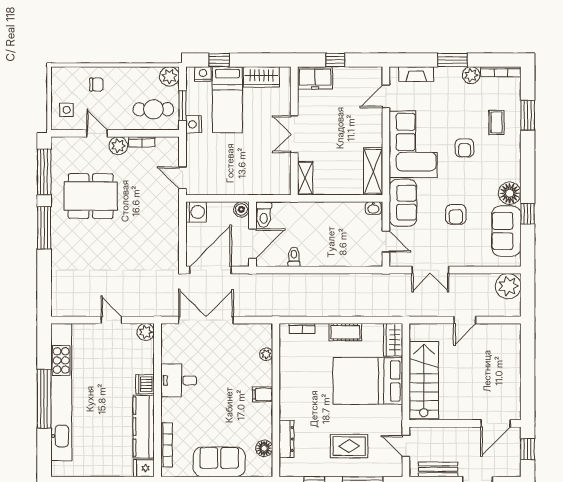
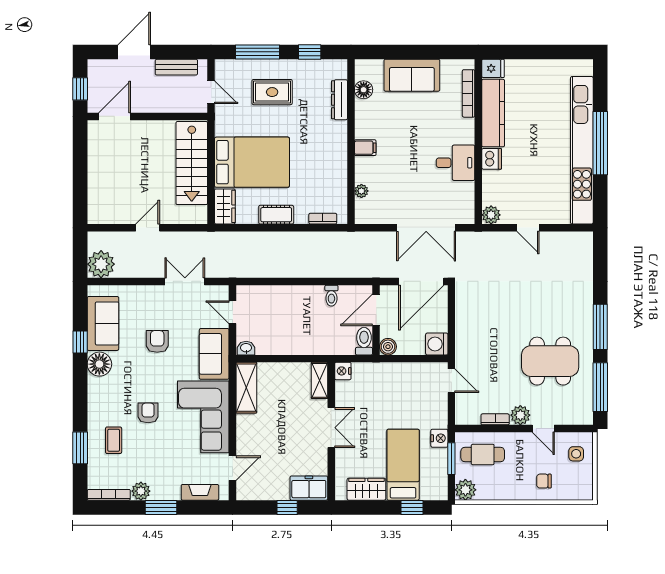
nightstand: (203, 74) -> (343, 371), moved, turned 90

